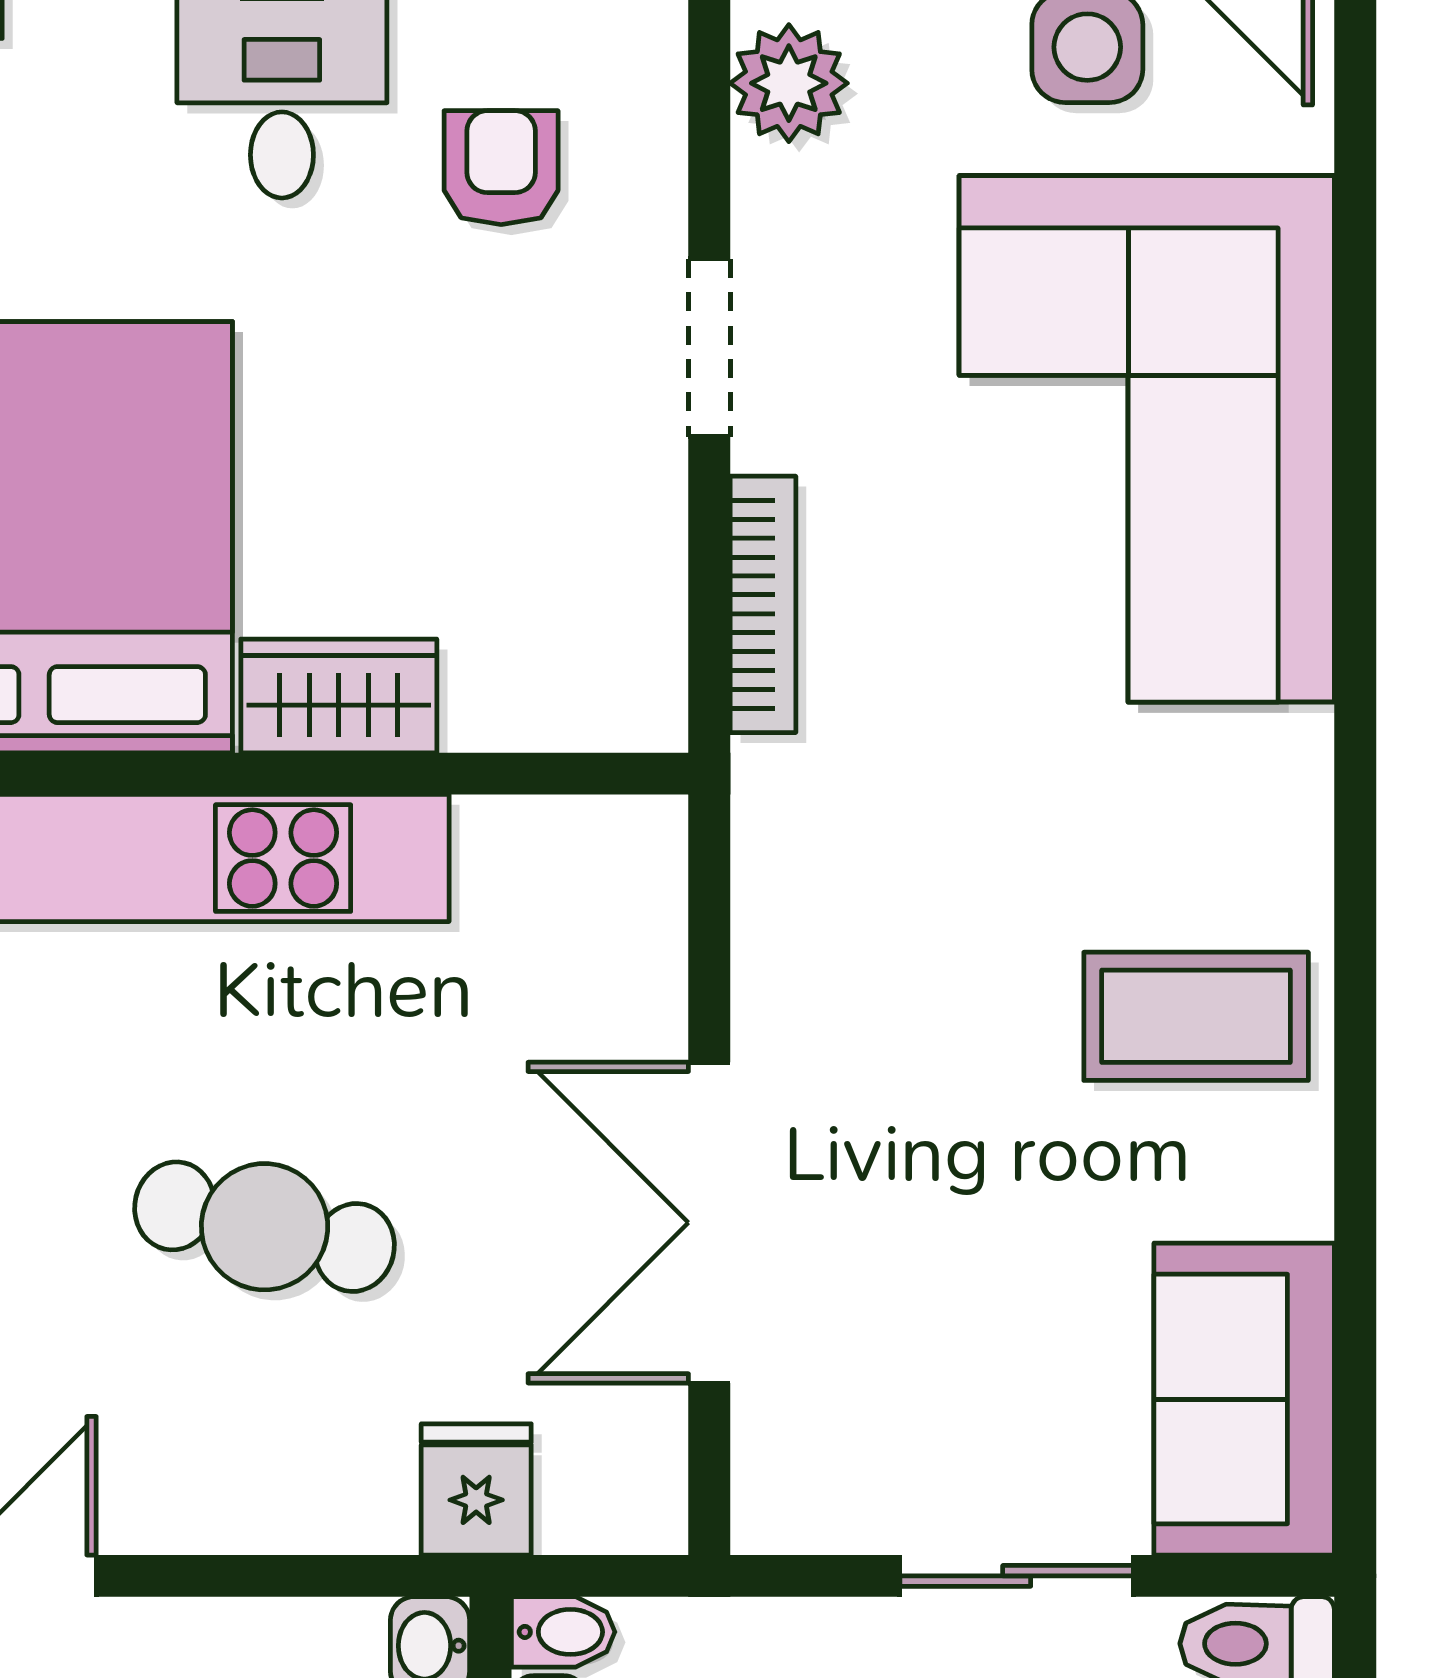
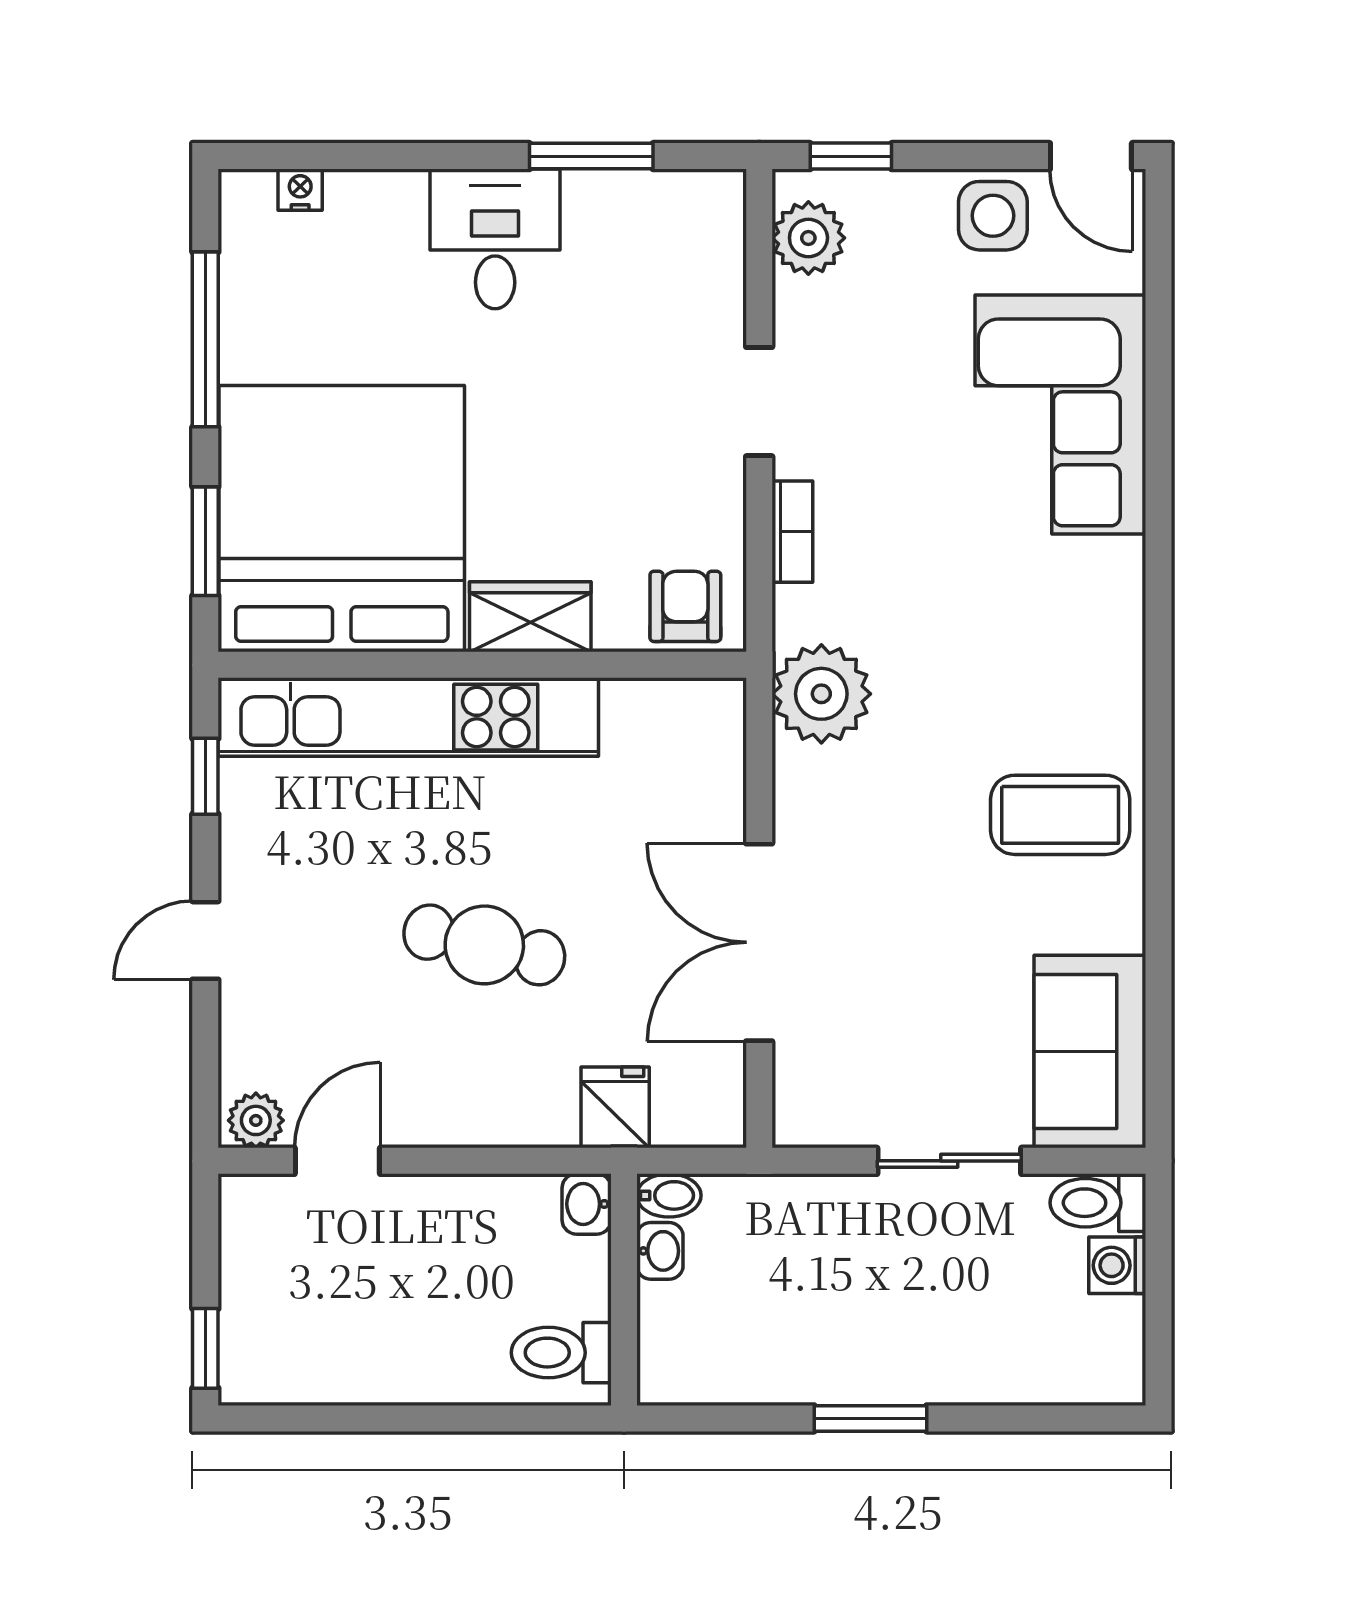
armchair: (501, 168) -> (685, 606), moved
corner sofa: (1147, 439) -> (1060, 415), width x0.73, depth x0.74
bookcase: (763, 604) -> (792, 532), width x0.64
plant: (810, 821) -> (821, 694), added

